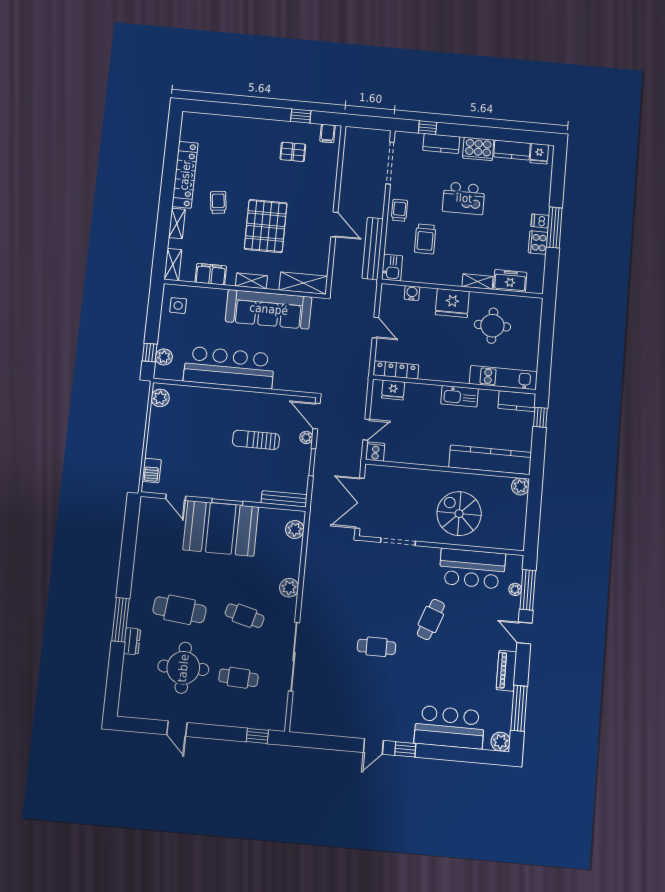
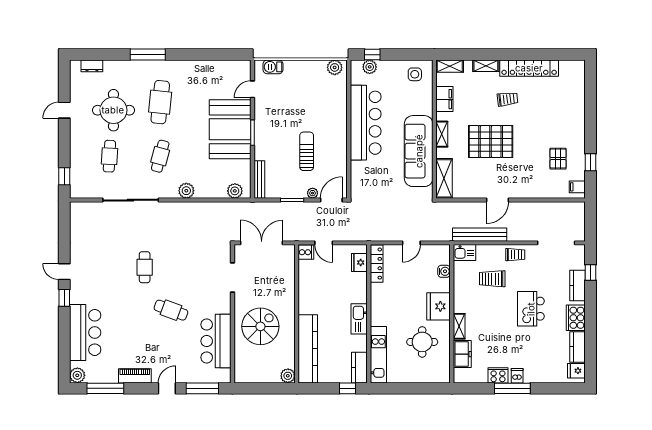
plant: (515, 589) -> (202, 378), removed
dresser: (132, 641) -> (92, 66), moved

